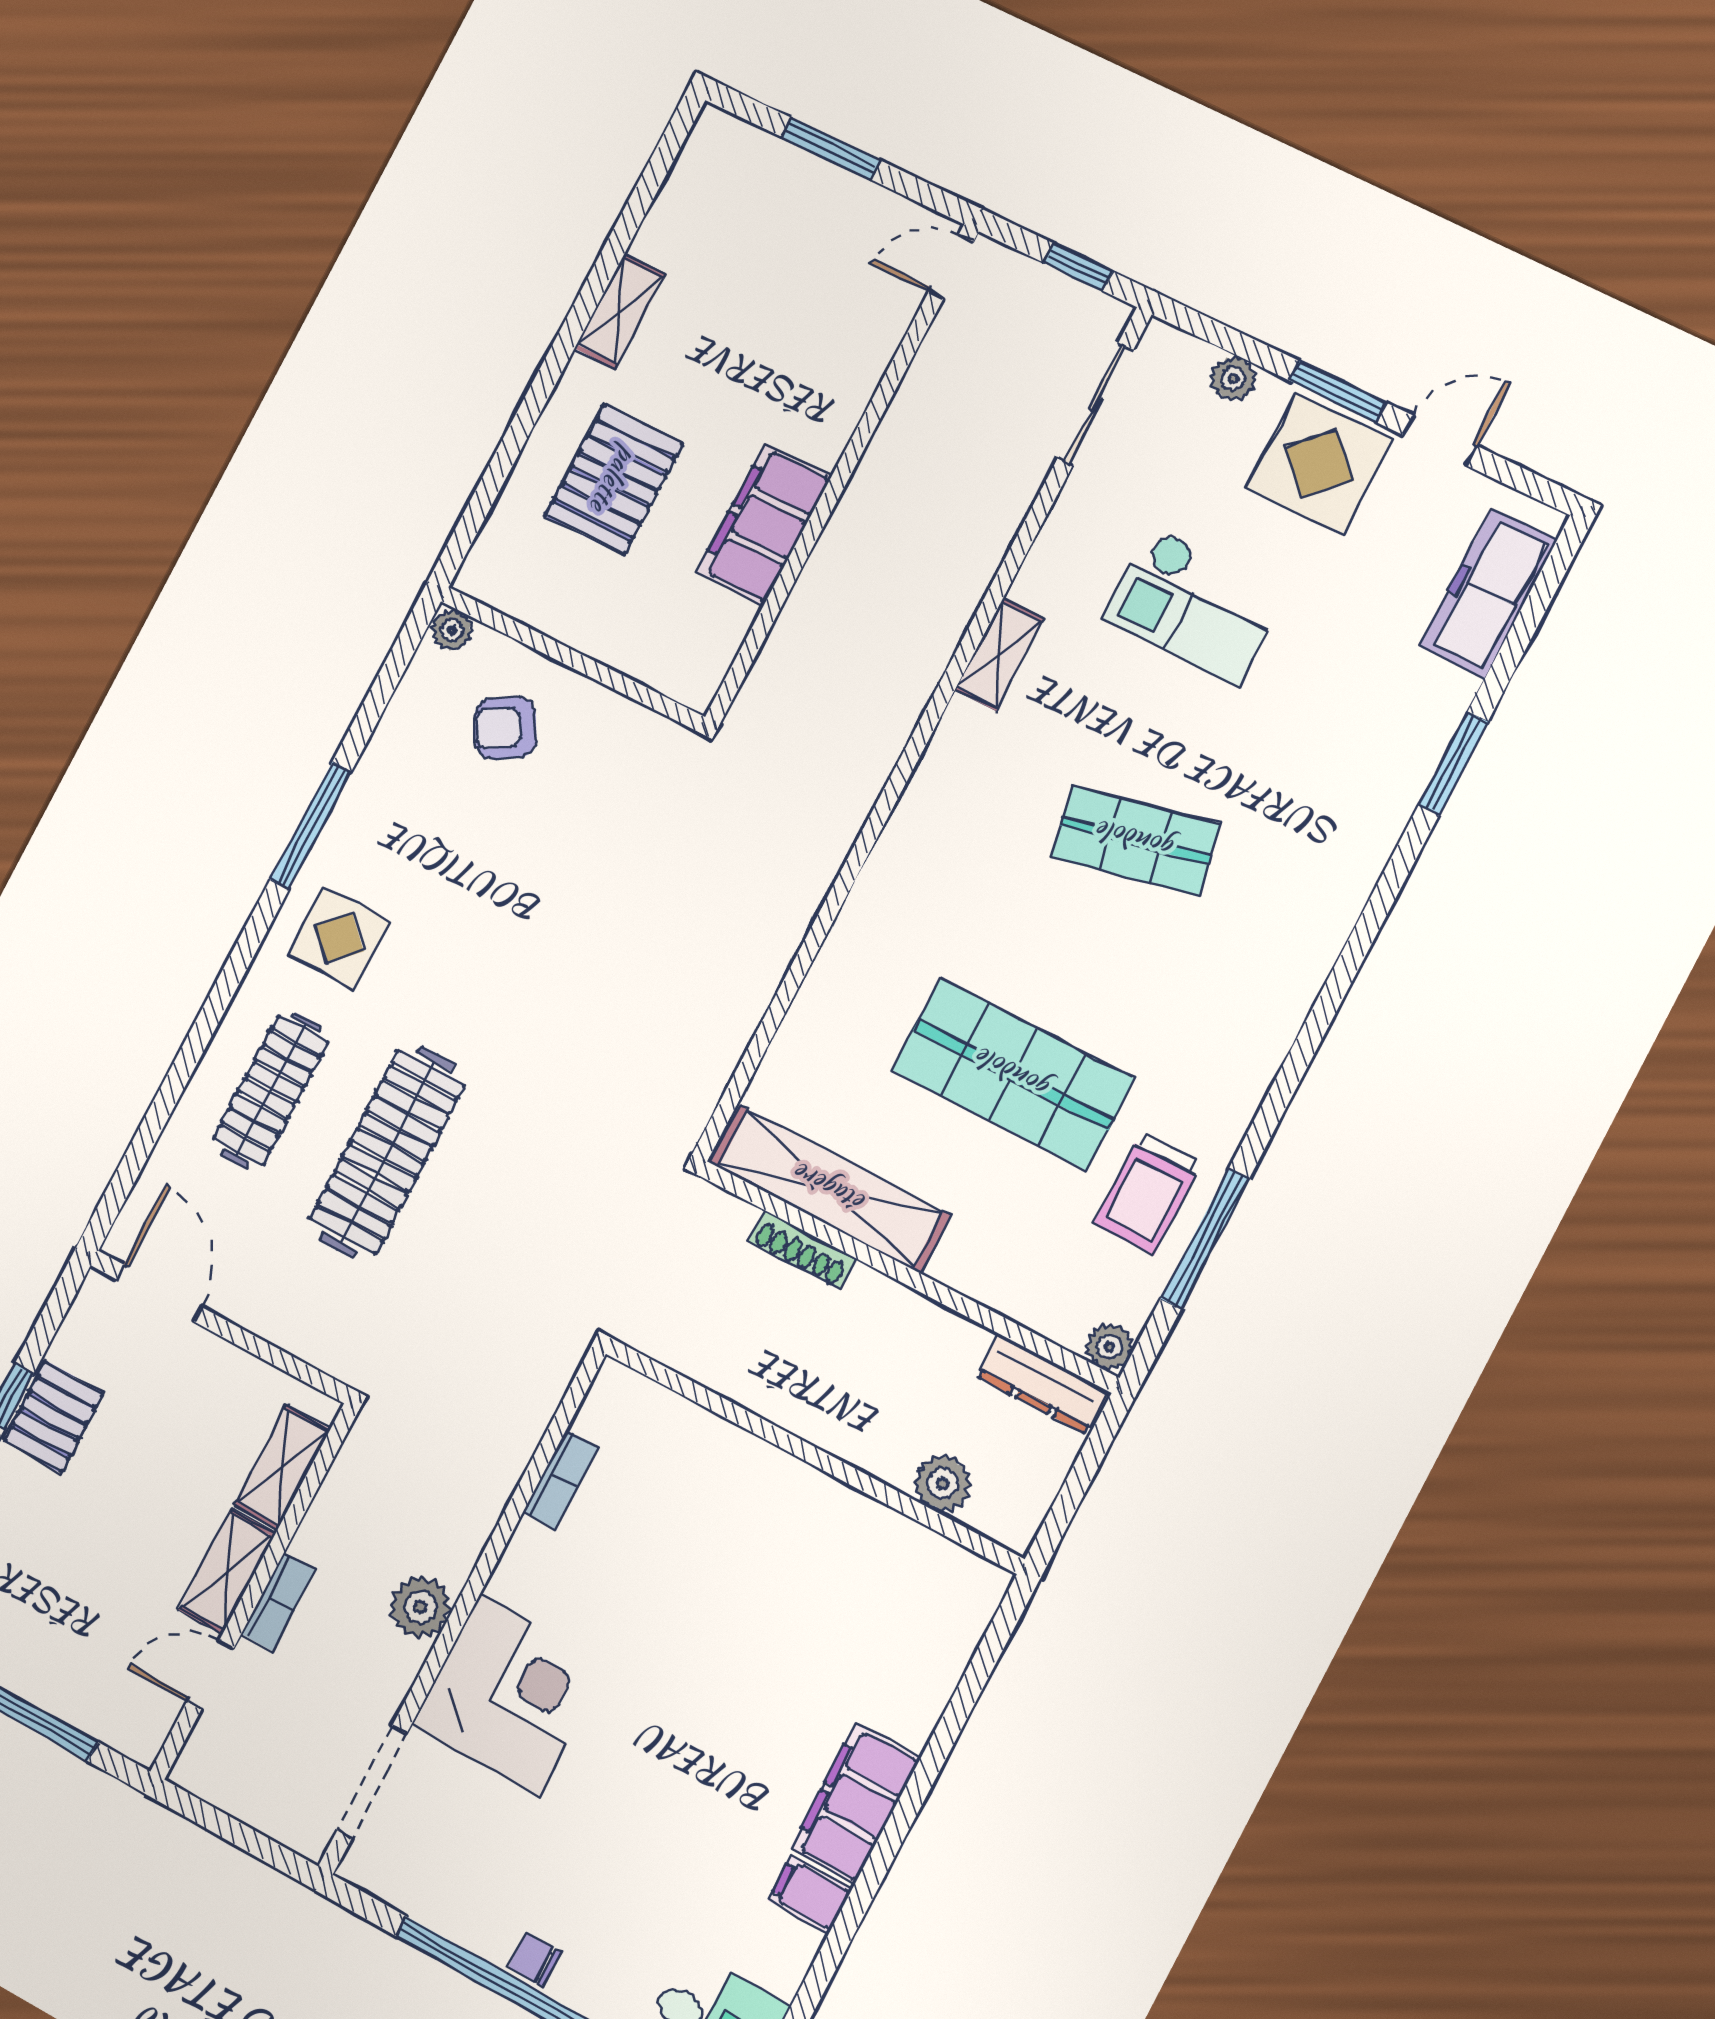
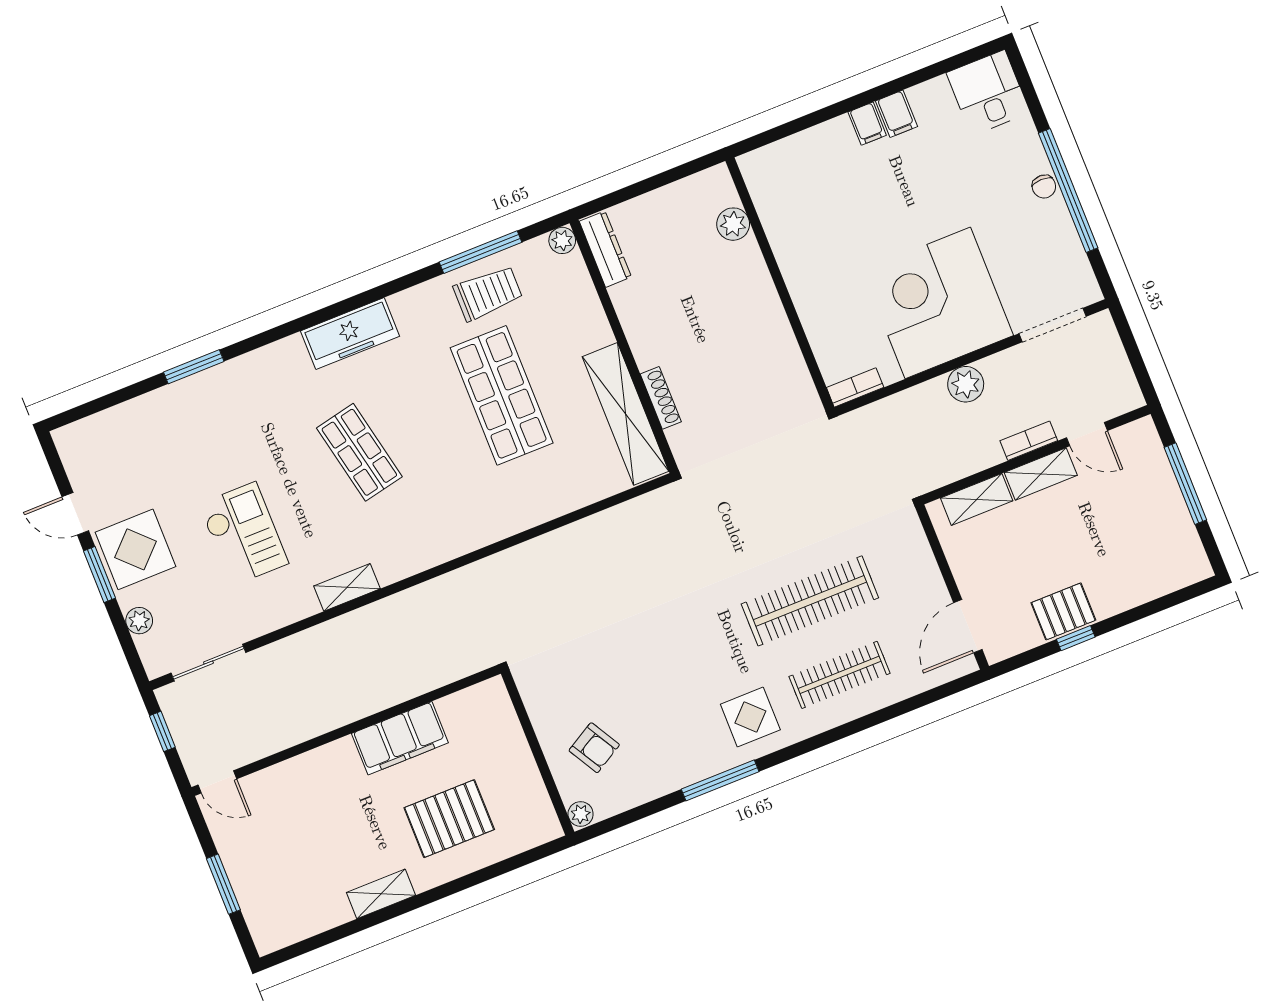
freezer: (1488, 593) -> (350, 334), moved
wall: (813, 1456) -> (780, 284), moved
plant: (943, 1483) -> (733, 224), moved
corner desk: (510, 1695) -> (938, 303), width x1.36, depth x1.36
filing cabinet: (855, 1804) -> (867, 124), width x0.33, depth x0.86

